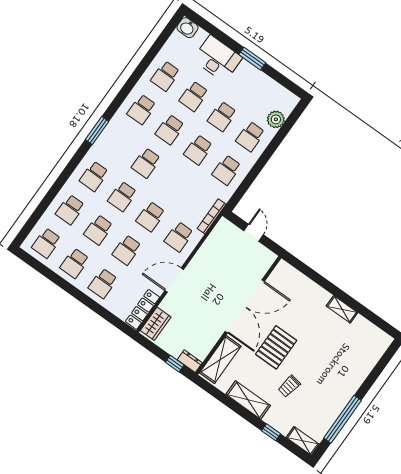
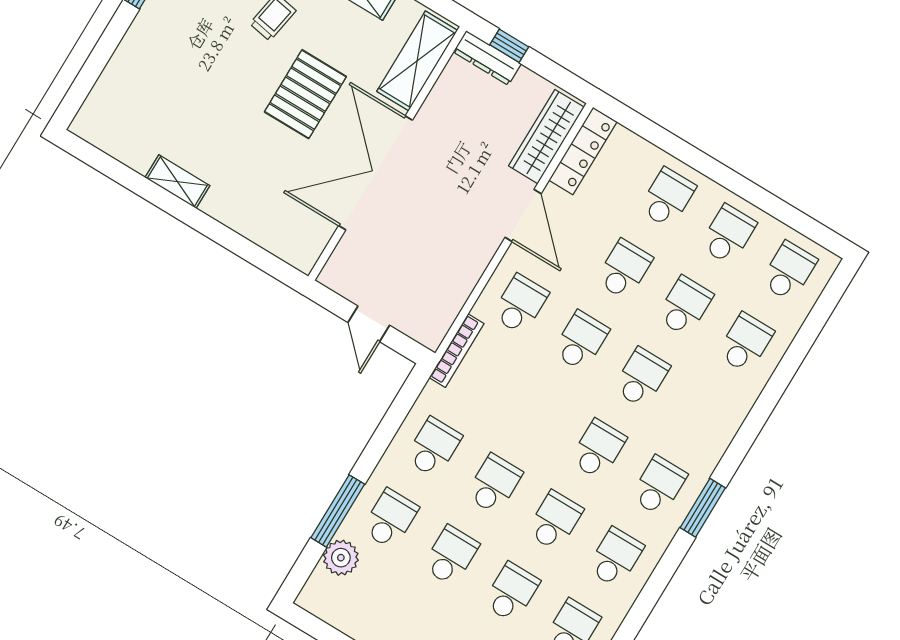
window: (276, 142) -> (338, 511), added
school desk: (94, 176) -> (659, 486), moved
door: (174, 280) -> (523, 215), hinge flipped
wardrobe: (156, 324) -> (546, 137), width x1.50
dresser: (190, 361) -> (487, 58), width x1.44

